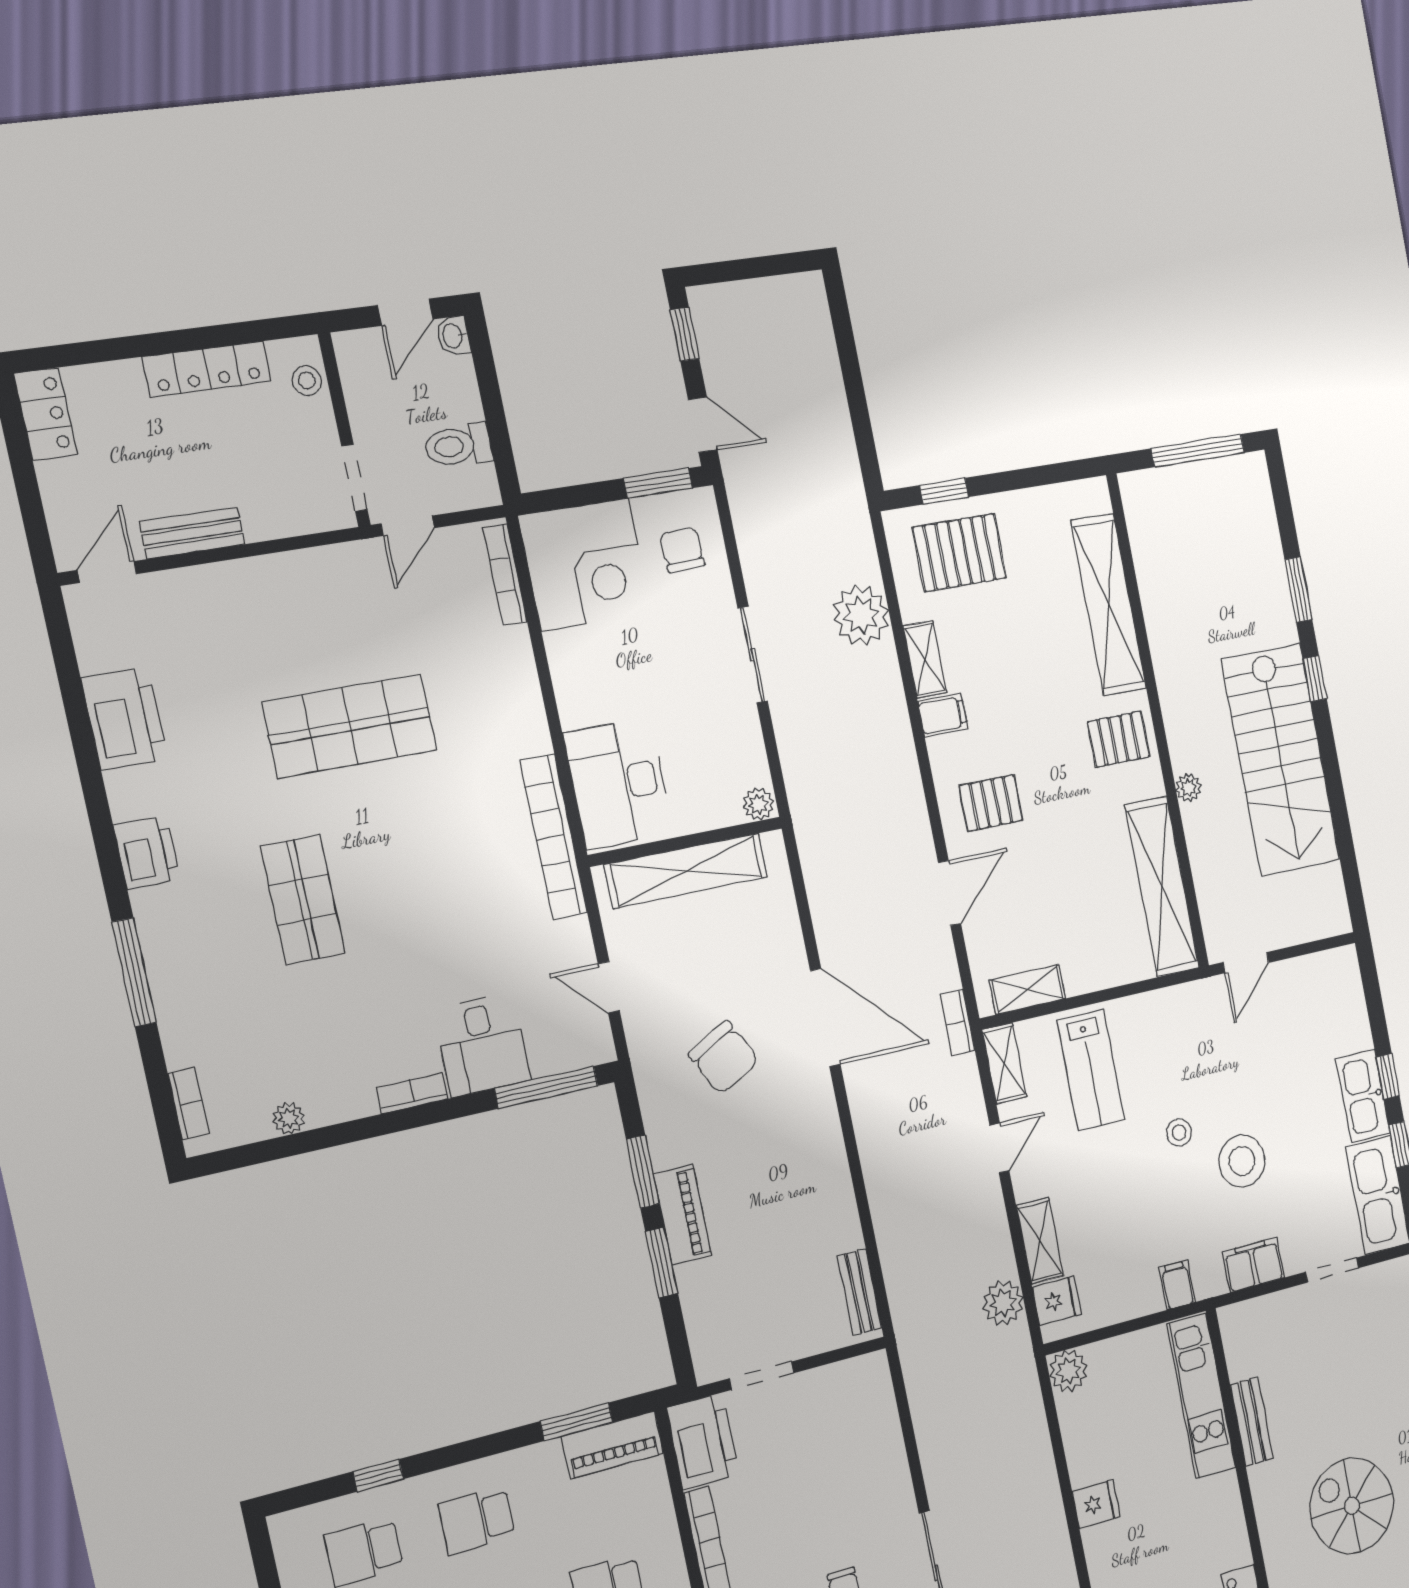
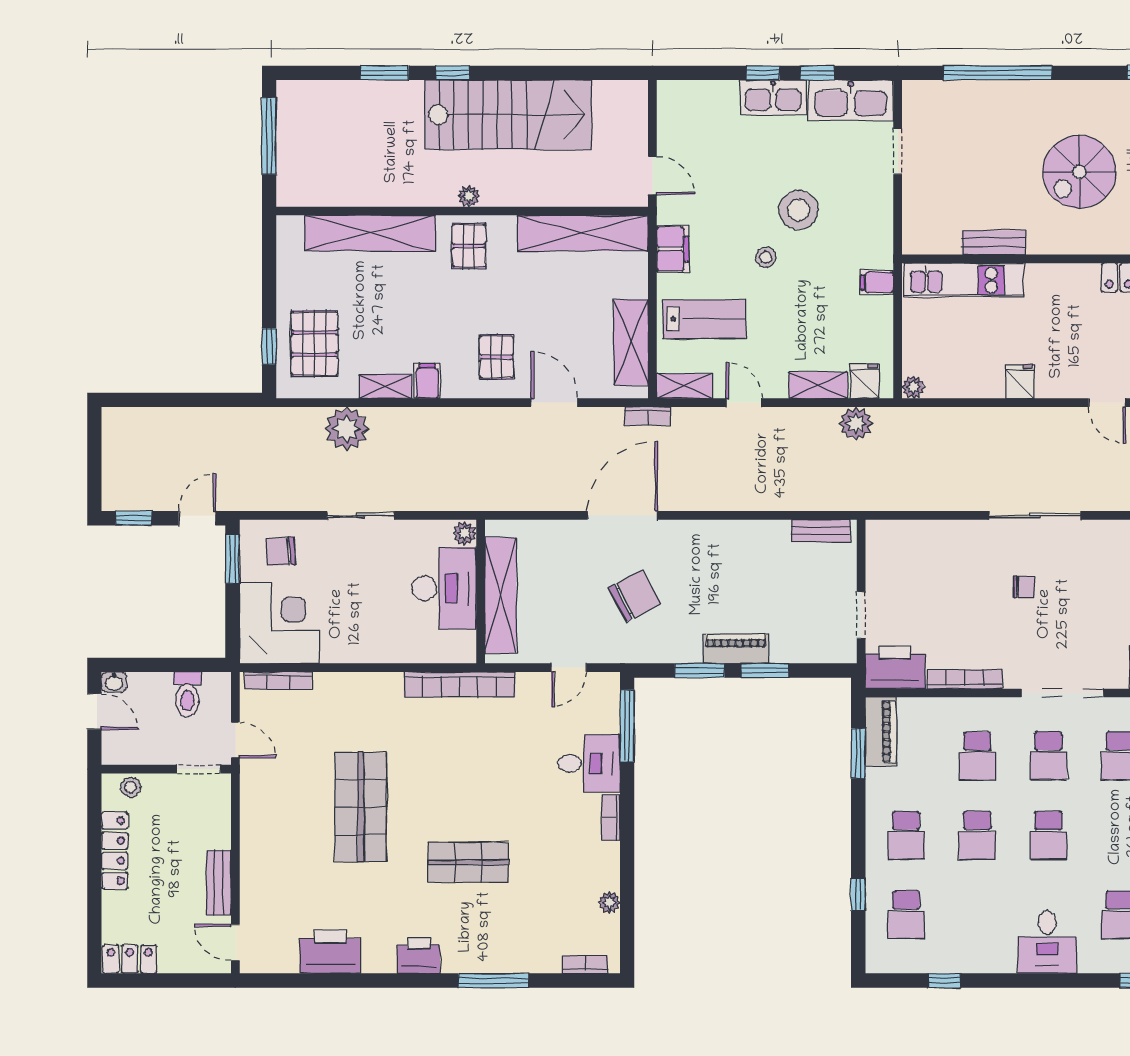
desk: (618, 783) -> (444, 588), moved, turned -90
plant: (1188, 788) -> (469, 196), moved
shelving: (1028, 989) -> (631, 342), width x1.50, depth x1.33
filing cabinet: (1253, 1265) -> (673, 249), moved, turned 180
plant: (1068, 1371) -> (913, 387), width x0.73, depth x0.73

